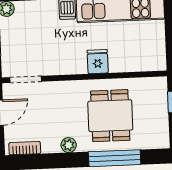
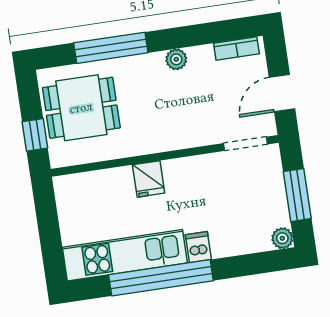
dining table: (110, 116) -> (81, 108), moved, turned 90

